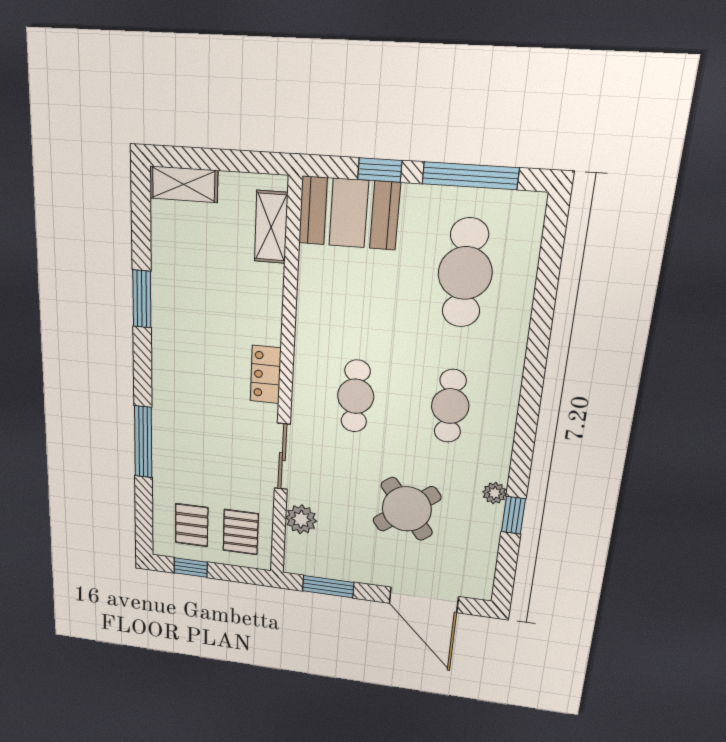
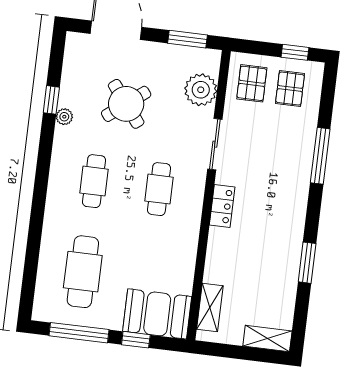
plant: (301, 519) -> (201, 90), width x1.36, depth x1.36

